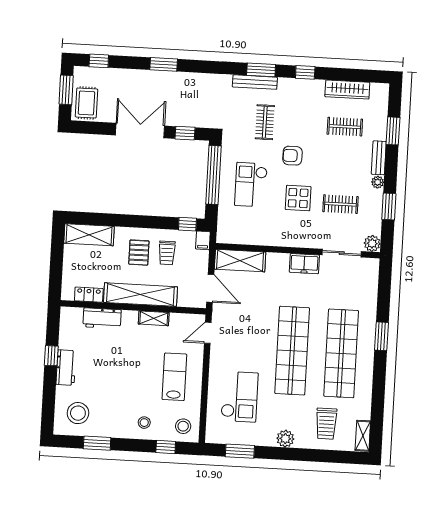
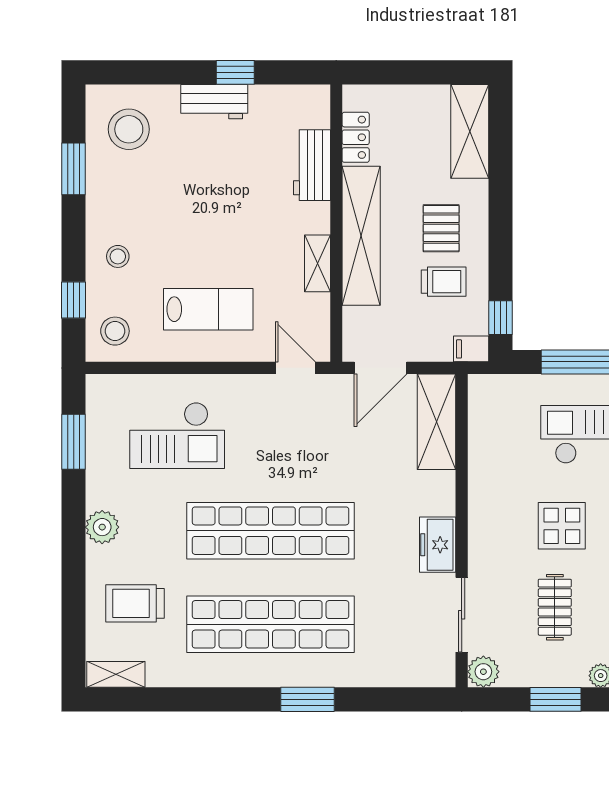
pallet: (139, 253) -> (441, 228), turned 90
trolley: (167, 253) -> (444, 282), turned 180

